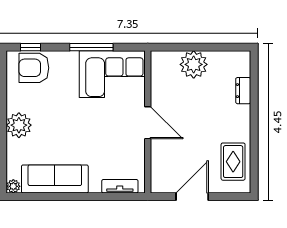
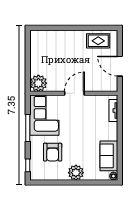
plant: (194, 64) -> (38, 83), moved
armchair: (34, 68) -> (53, 152), moved
dresser: (243, 91) -> (55, 35), removed
sofa: (55, 179) -> (109, 156), width x0.73

